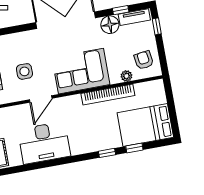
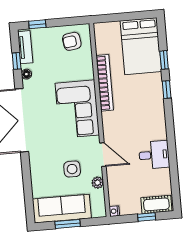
floor lamp: (110, 25) -> (26, 74), width x0.53, depth x0.53
plant: (126, 76) -> (98, 183), moved
desk: (44, 143) -> (154, 155), width x0.53, depth x0.77

